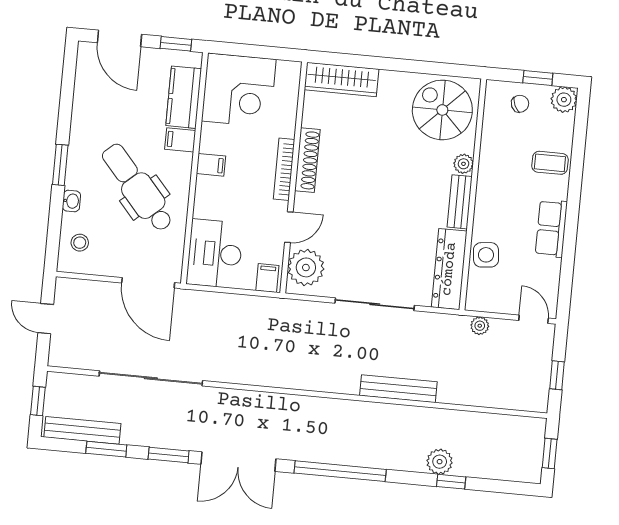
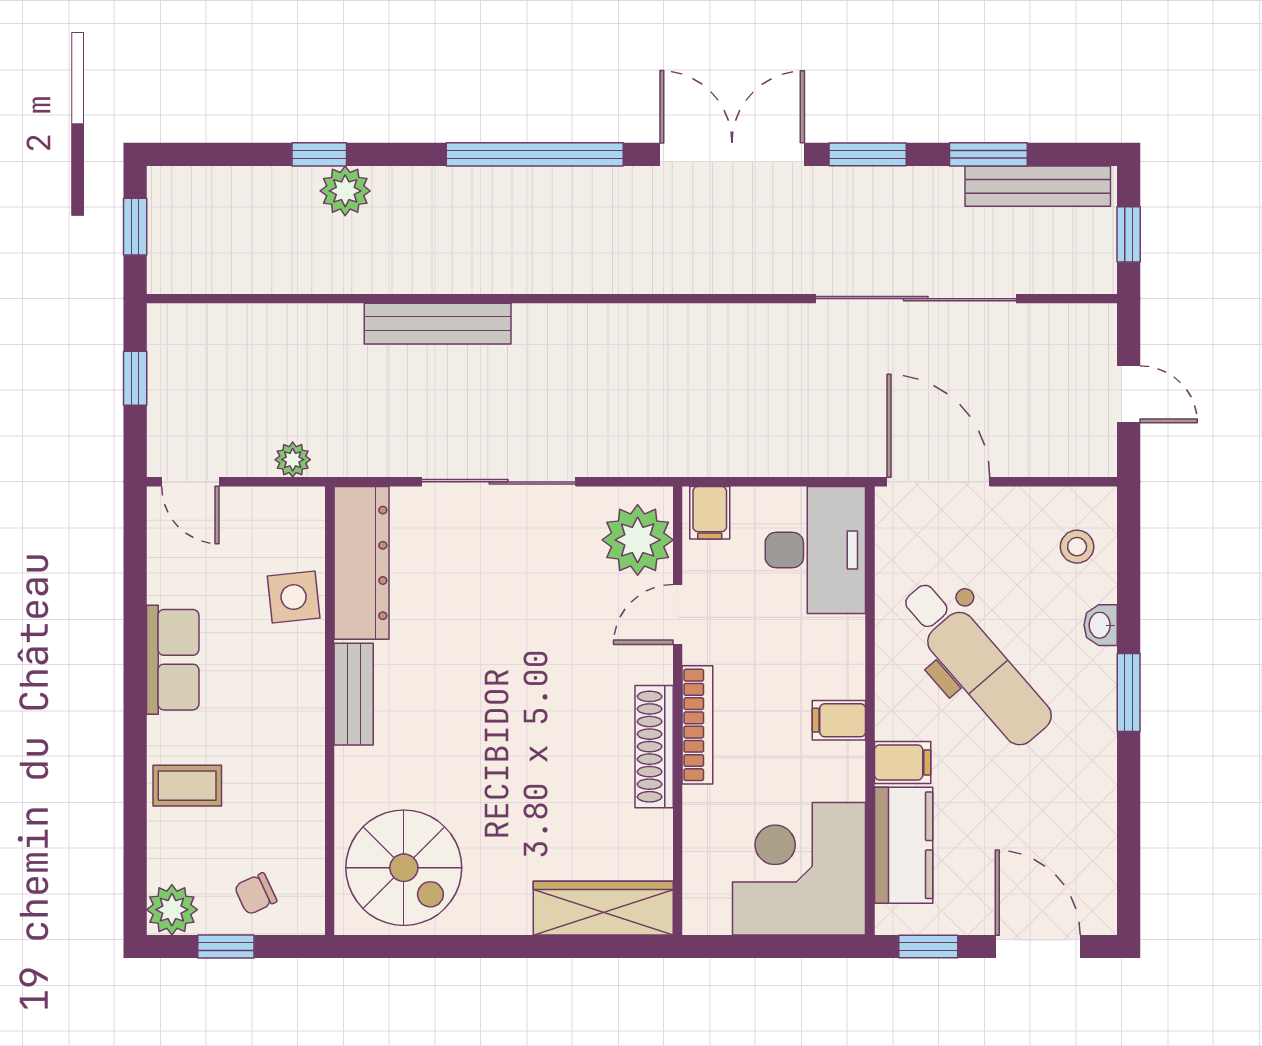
plant: (463, 164) -> (353, 768), removed

